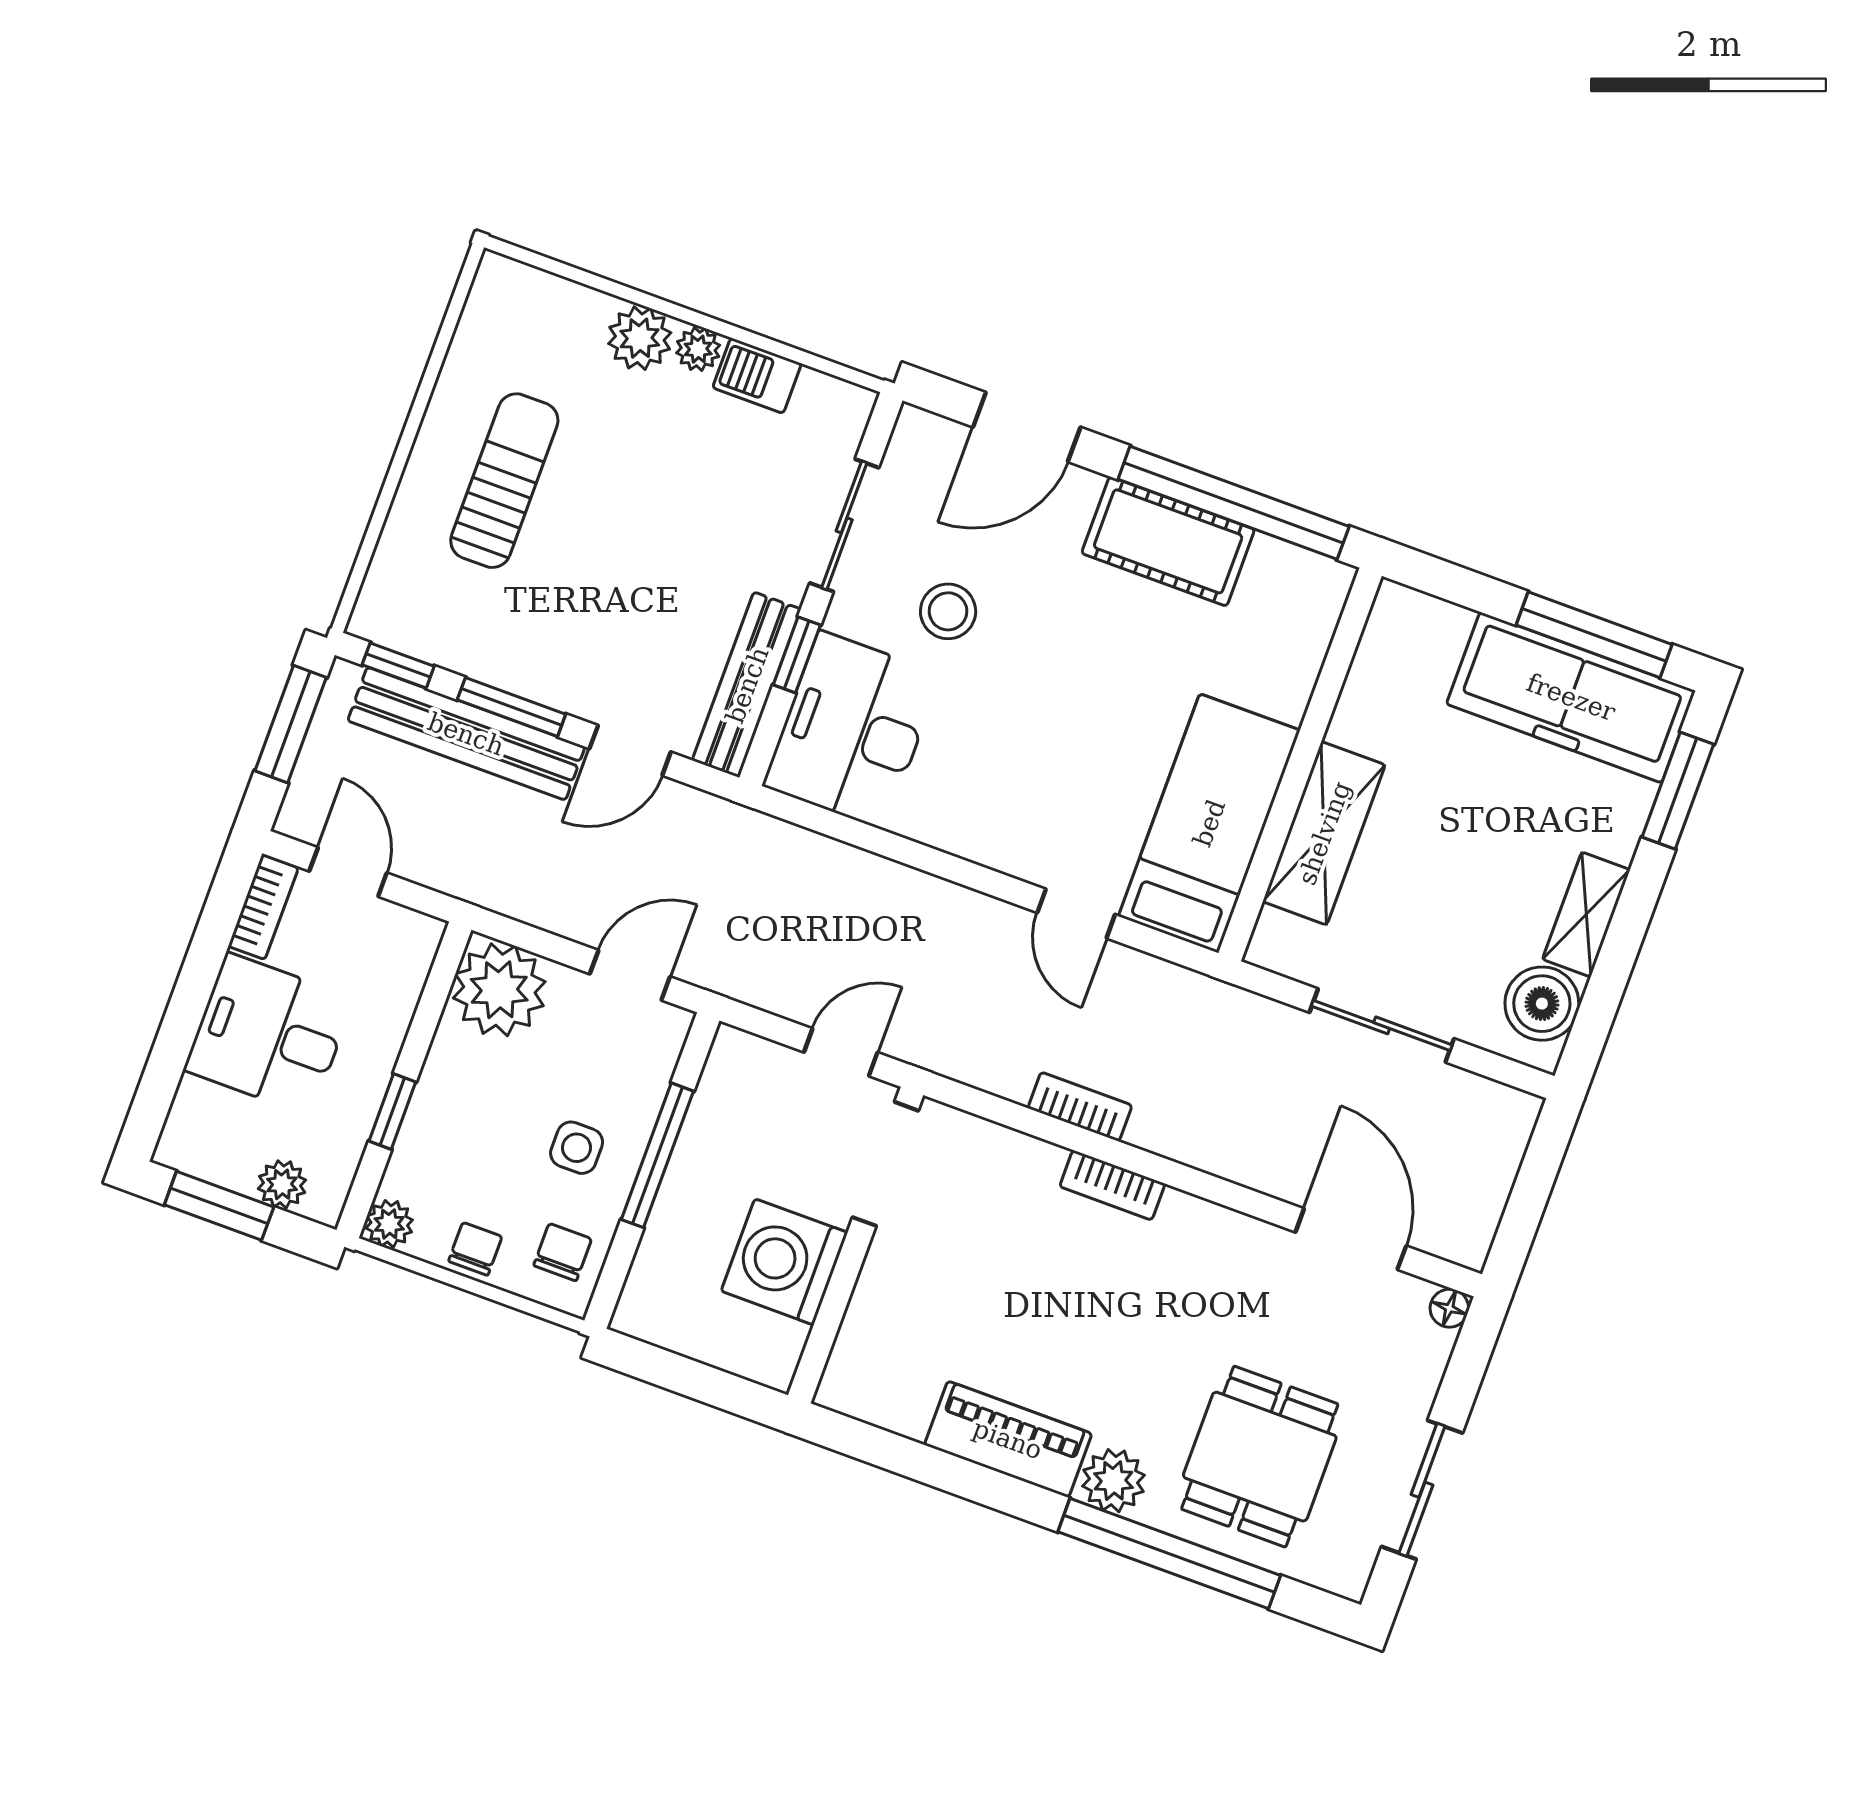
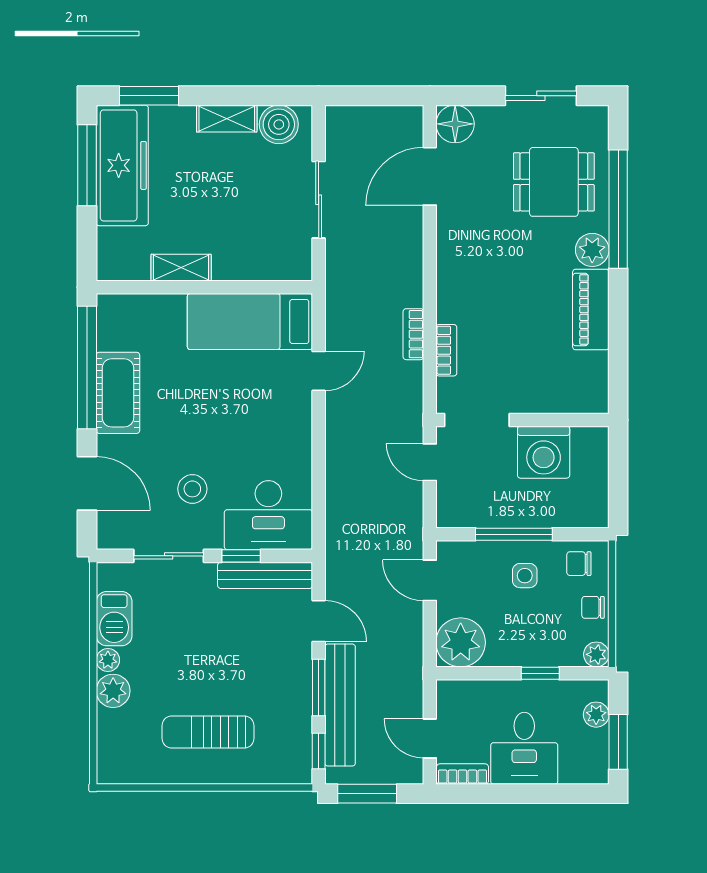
barbecue: (757, 376) -> (114, 619), width x1.38, depth x1.27
shelving: (1324, 833) -> (181, 268), moved, width x0.67, depth x0.75
door: (348, 872) -> (430, 738), hinge flipped
bookcase: (1112, 1185) -> (446, 350), moved
floor lamp: (1449, 1308) -> (455, 124), width x1.89, depth x1.89

